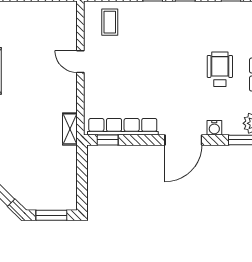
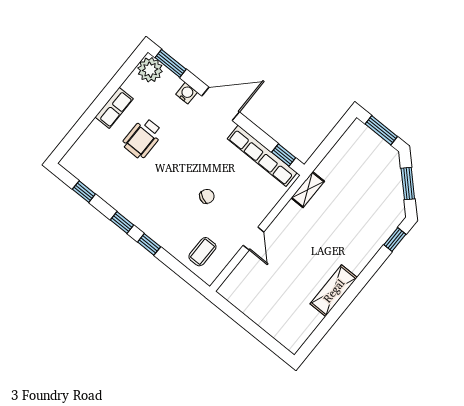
chair: (139, 65) -> (207, 196), added

